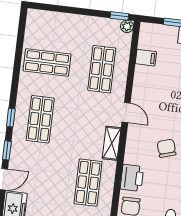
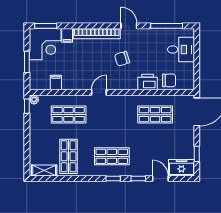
shelving: (112, 143) -> (44, 170), moved

